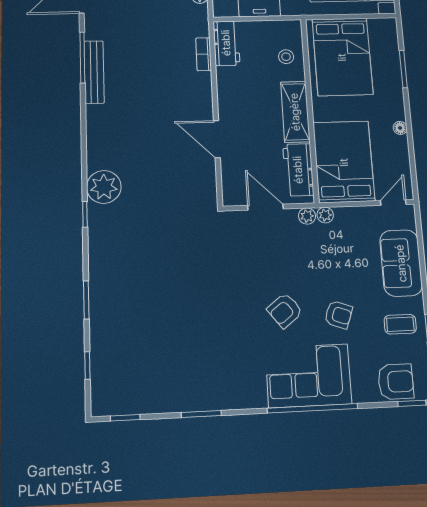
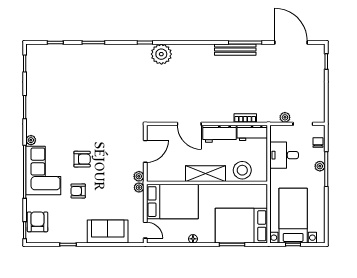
stool: (286, 57) -> (242, 170), width x1.89, depth x1.89
bed: (342, 57) -> (241, 226), moved
door: (217, 139) -> (189, 124), swing flipped
workbench: (298, 170) -> (220, 134), moved, turned 180
armchair: (285, 310) -> (82, 159), turned 128
armchair: (338, 315) -> (78, 191), turned 70
coffee table: (400, 324) -> (71, 228), removed
armchair: (396, 382) -> (37, 222), turned 180
plant: (258, 400) -> (31, 140), added

